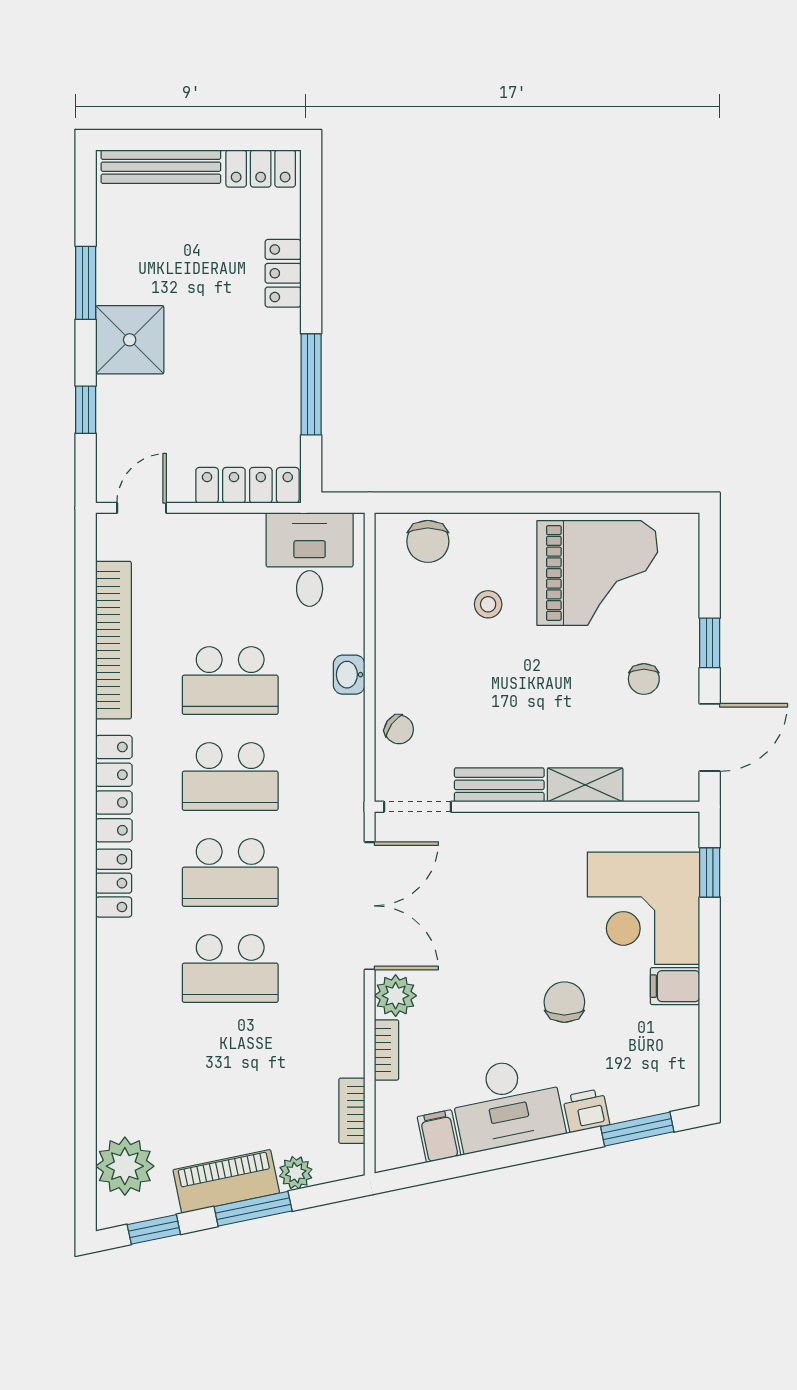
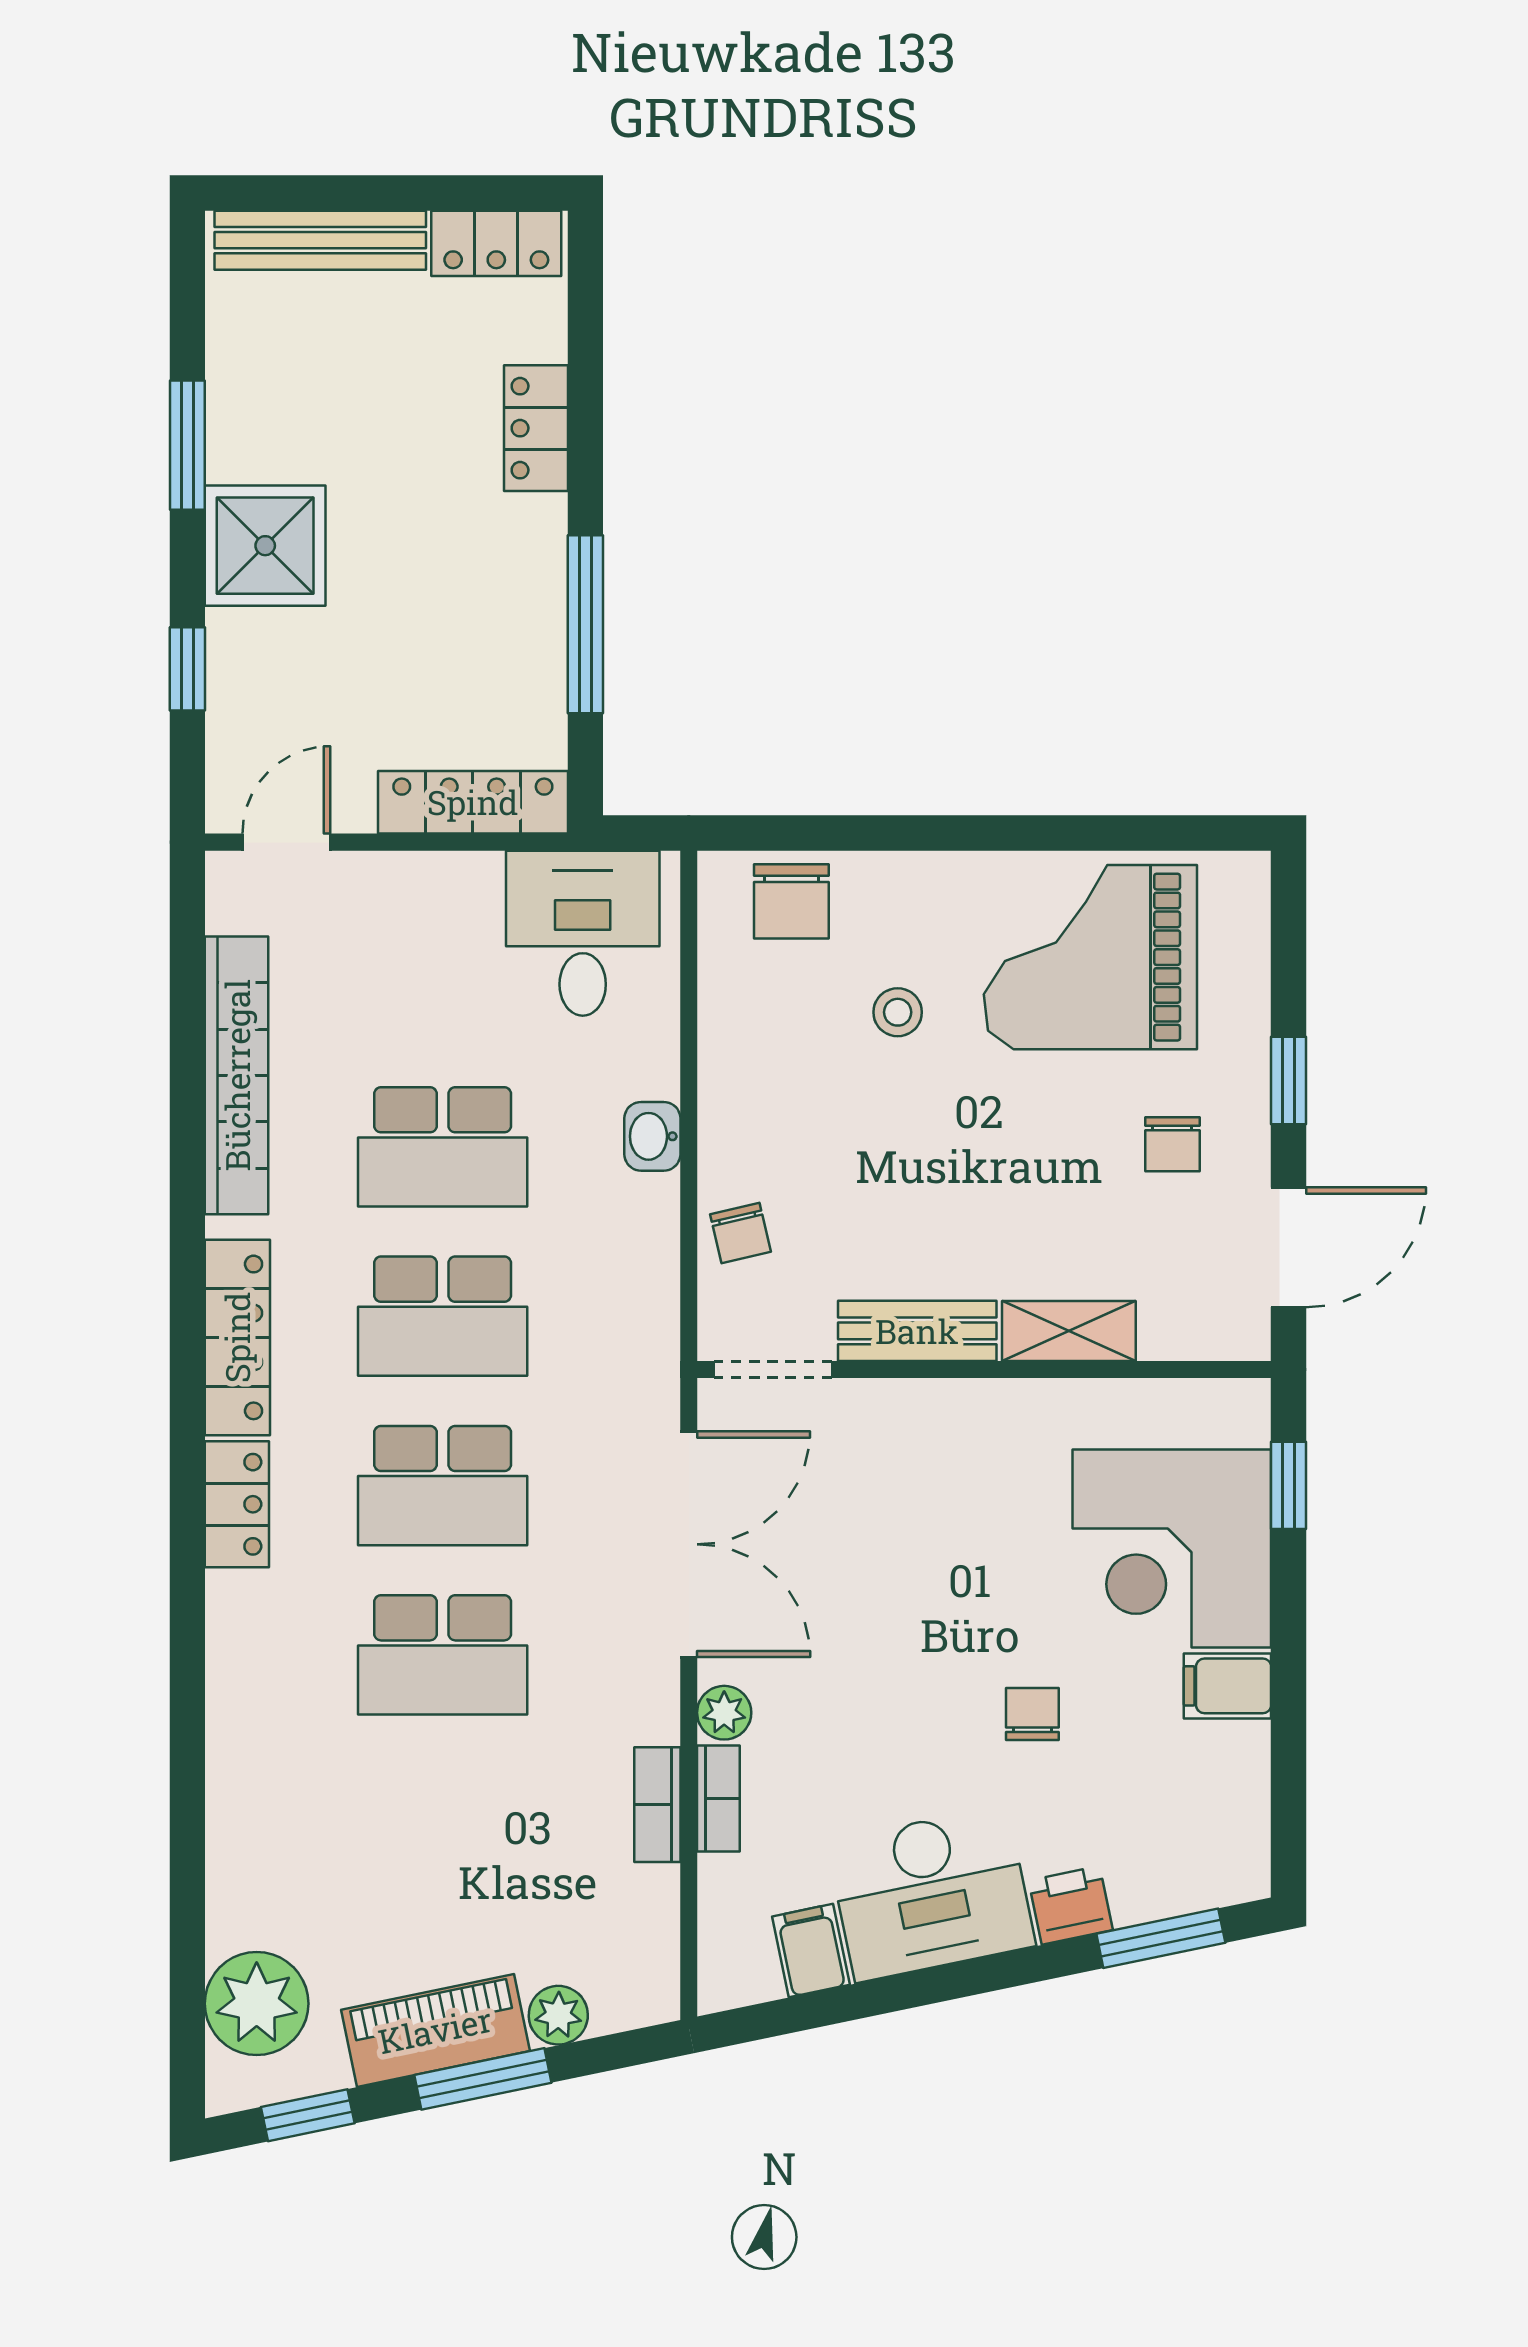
grand piano: (597, 573) -> (1090, 957), turned 180
chair: (399, 729) -> (740, 1233), turned 41
plant: (396, 996) -> (724, 1713), width x0.73, depth x0.73
chair: (564, 1002) -> (1032, 1714), width x0.73, depth x0.73
bookcase: (352, 1111) -> (657, 1805), moved

